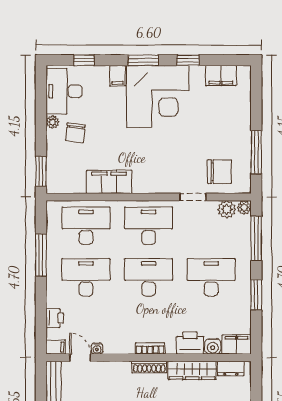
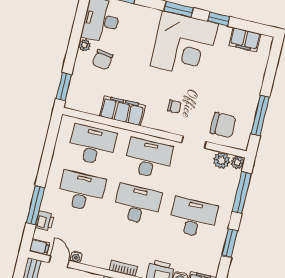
filing cabinet: (118, 76) -> (152, 18), removed
chair: (163, 164) -> (174, 107), added
window: (41, 255) -> (35, 205), moved

